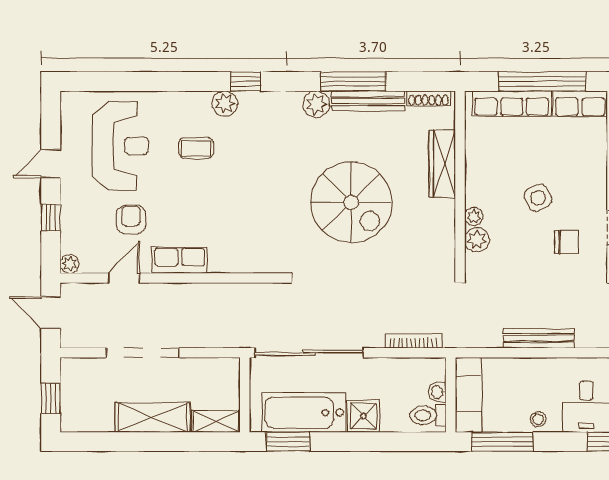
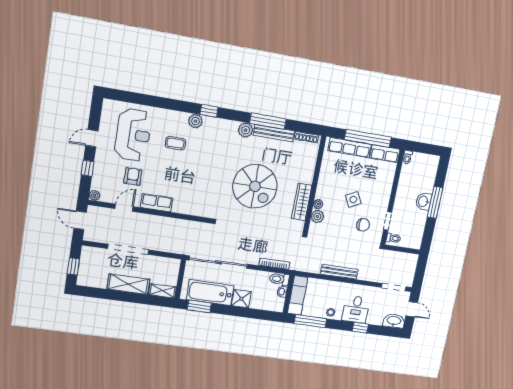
wardrobe: (442, 164) -> (302, 202), moved
toilet: (428, 415) -> (279, 279), moved

